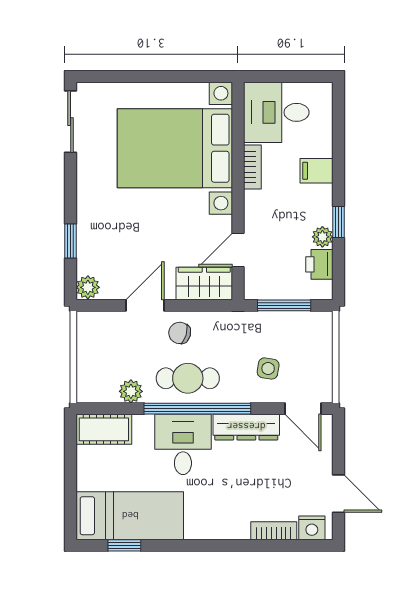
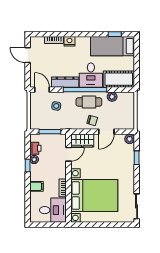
cot: (104, 429) -> (119, 79), width x1.37, depth x1.34
nightstand: (312, 528) -> (69, 41), moved

